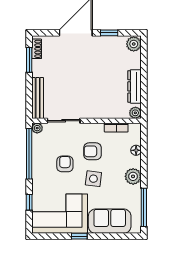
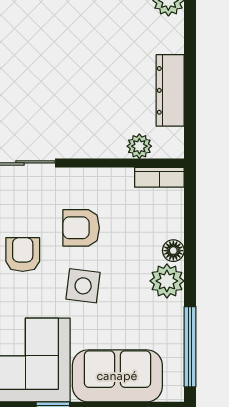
plant: (135, 113) -> (139, 146), moved
bookcase: (116, 127) -> (159, 177), moved
floor lamp: (136, 150) -> (173, 251), moved

